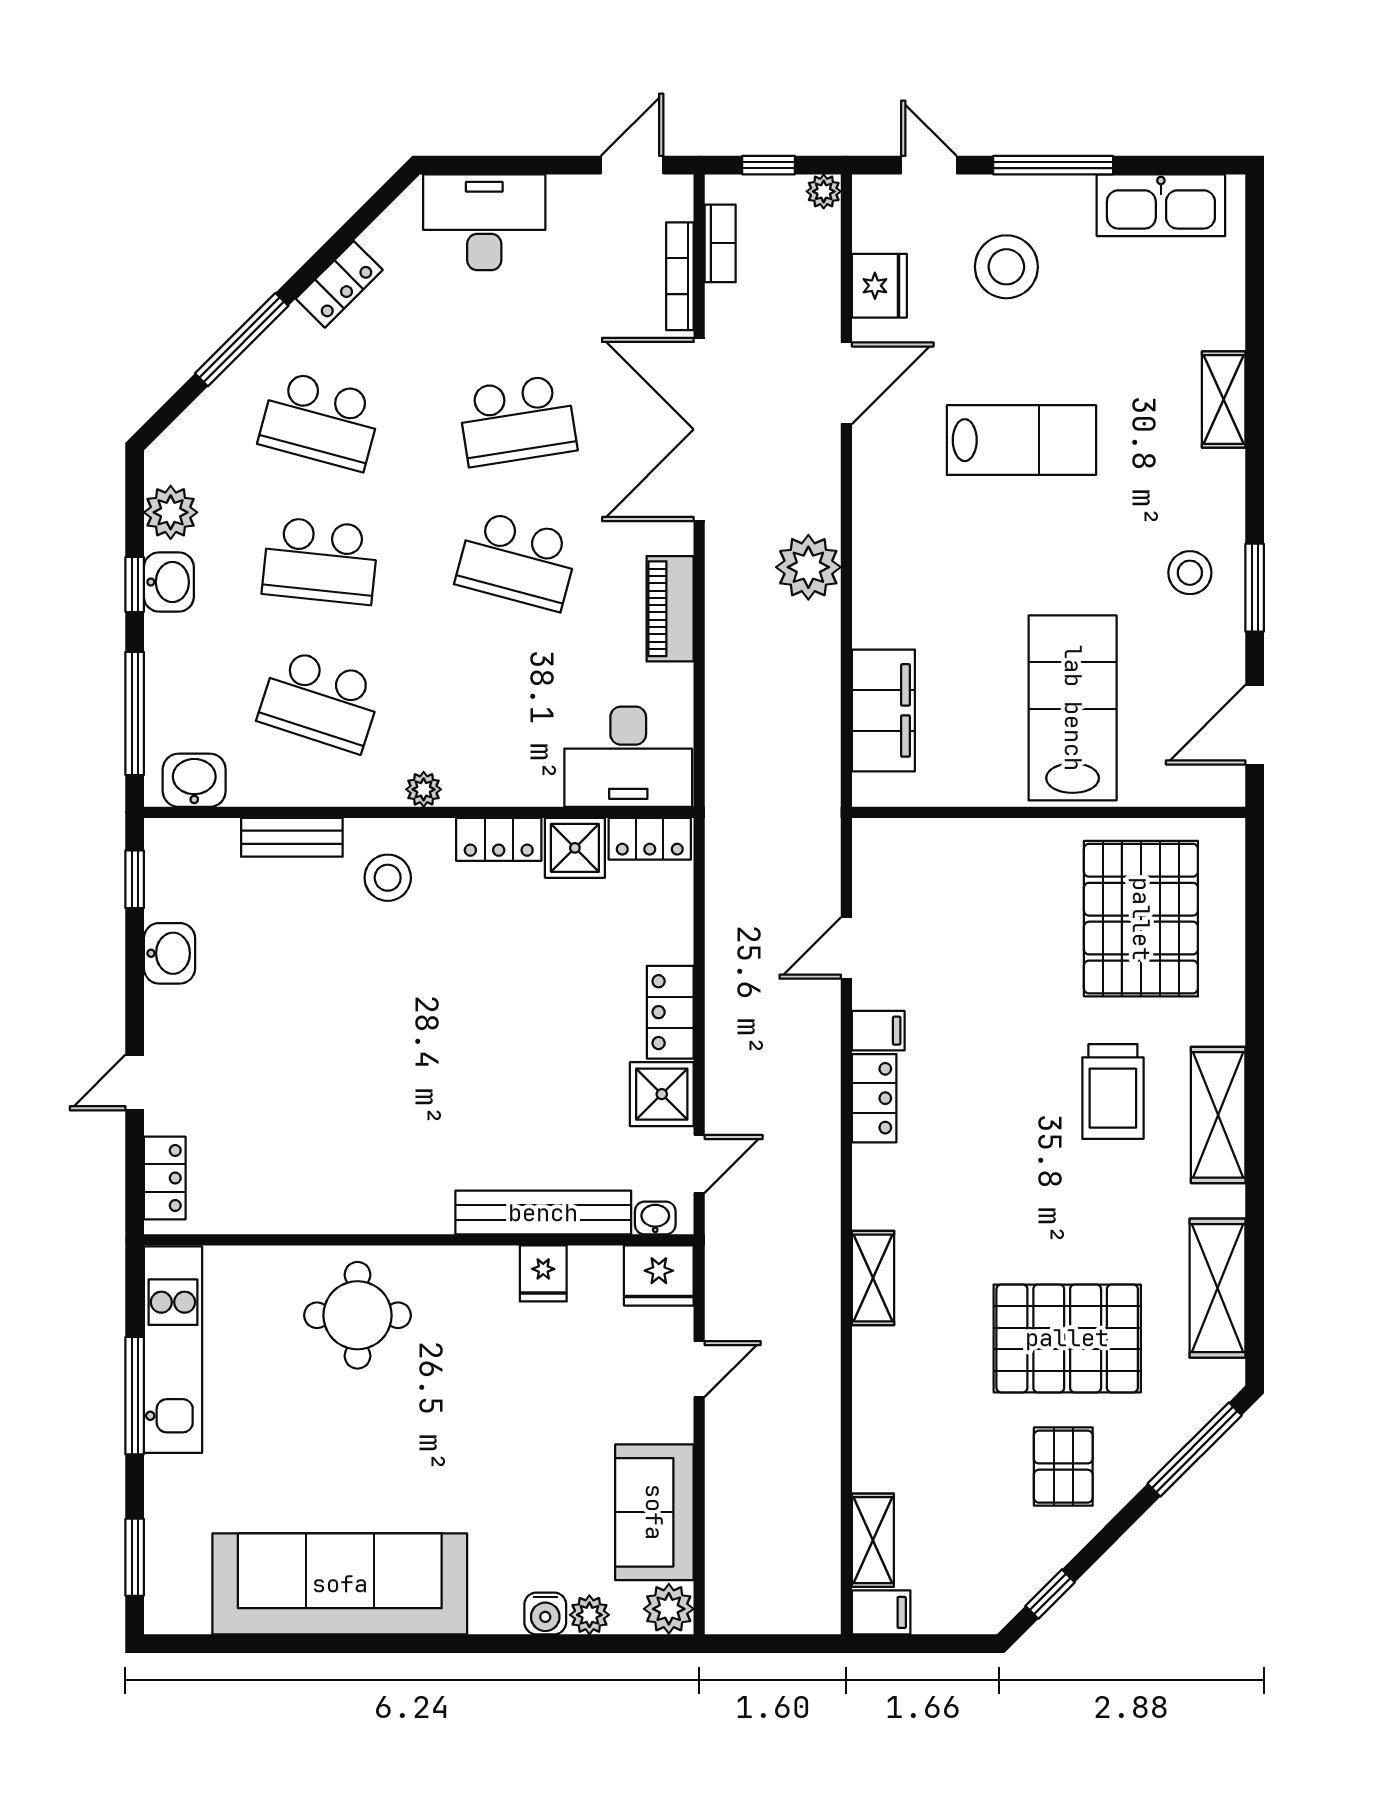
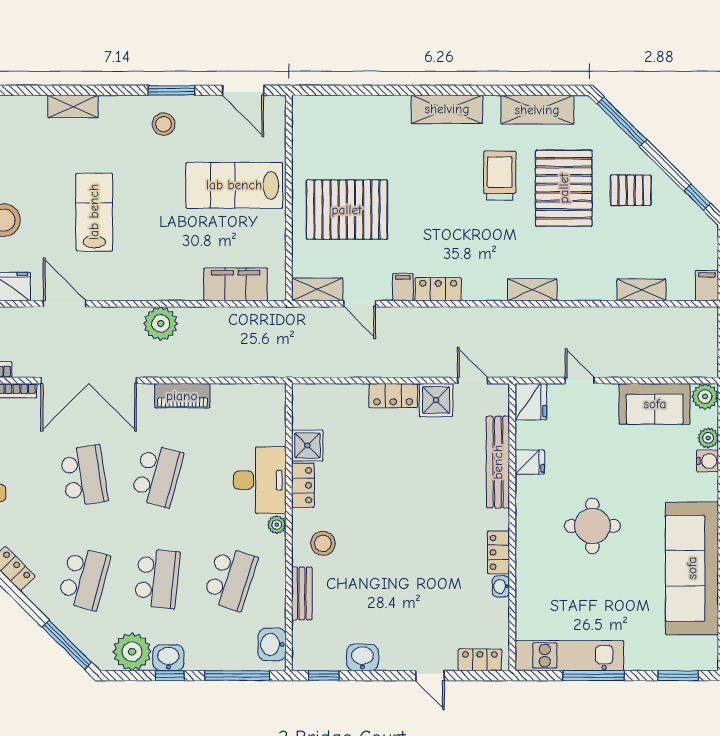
window: (242, 340) -> (67, 645), moved
plant: (171, 512) -> (132, 652), width x1.36, depth x1.36
desk: (628, 757) -> (260, 480), moved
locker: (650, 839) -> (499, 552), moved, turned 180
shelving: (874, 867) -> (317, 289), added
pallet: (1141, 919) -> (347, 210), moved
trolley: (1113, 1092) -> (500, 176), moved, turned -90
washbasin: (655, 1218) -> (501, 586), moved
round table: (357, 1315) -> (592, 526), moved
shelving: (873, 1540) -> (641, 290), moved

